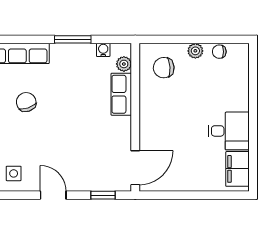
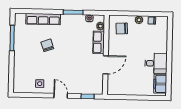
door: (135, 168) -> (106, 65), moved

